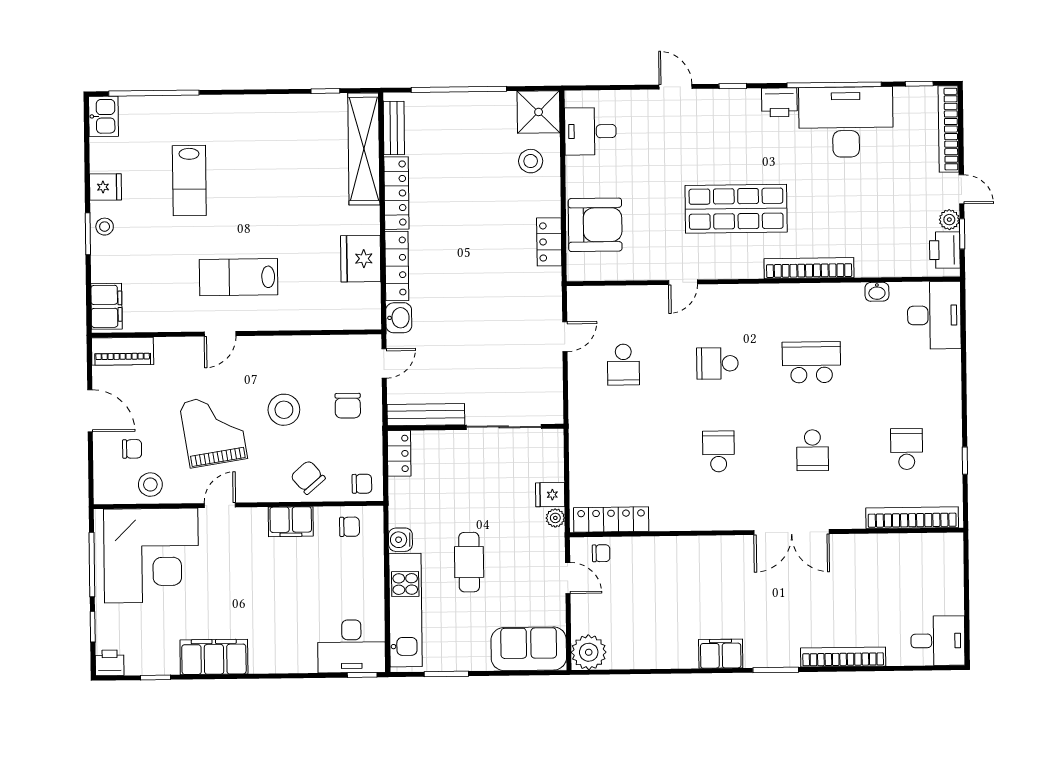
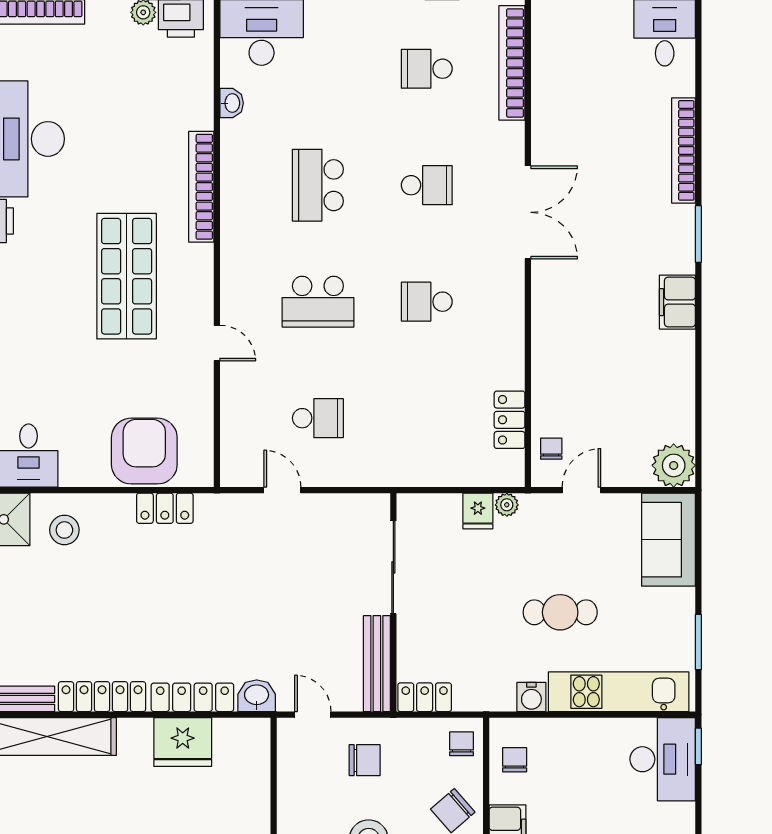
school desk: (717, 363) -> (318, 302), width x1.85
locker: (611, 519) -> (510, 420), width x0.66

